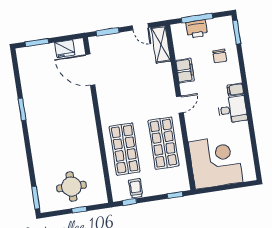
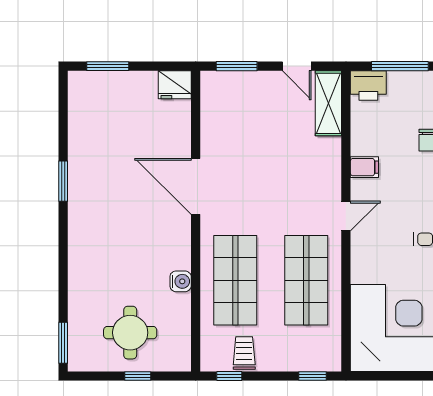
printer: (197, 29) -> (368, 86), moved
fridge: (65, 49) -> (175, 85), moved
door: (90, 70) -> (196, 186), moved
filing cabinet: (185, 71) -> (364, 167), width x0.50
water cooler: (95, 154) -> (181, 281), added

